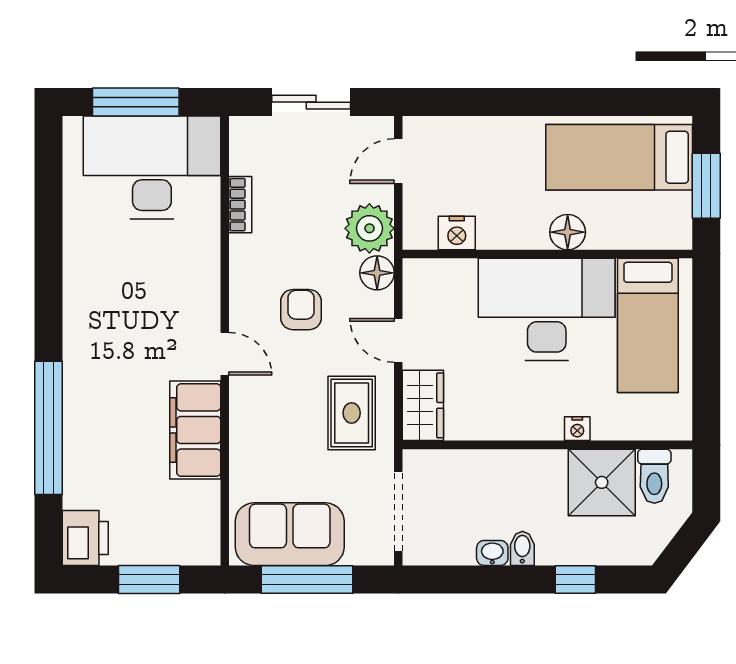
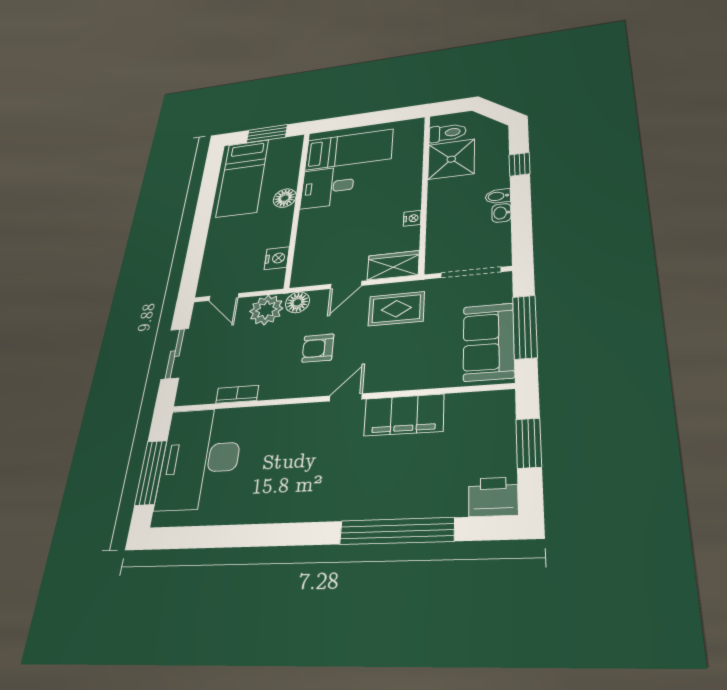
desk: (547, 309) -> (327, 187), width x0.53, depth x0.77
nightstand: (577, 429) -> (412, 218), moved

